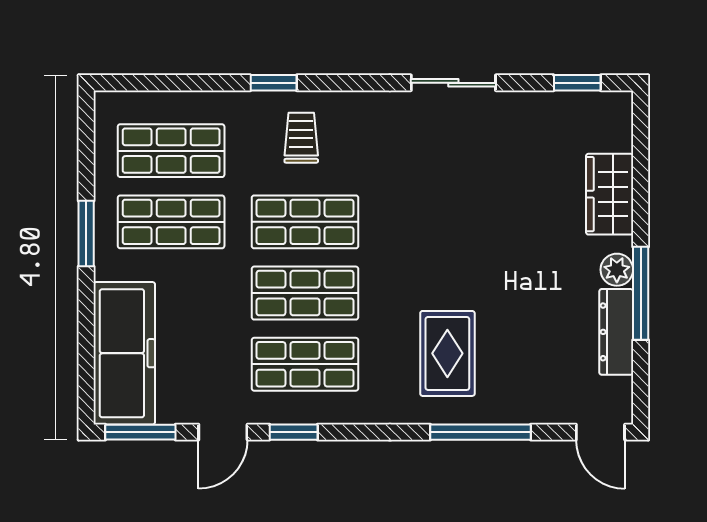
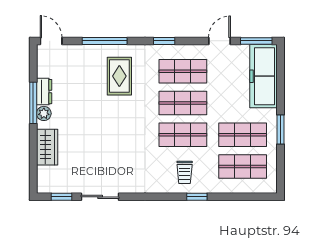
sliding door: (453, 83) -> (100, 197), moved
dresser: (616, 332) -> (44, 92), width x0.70
window: (294, 432) -> (164, 41), moved

